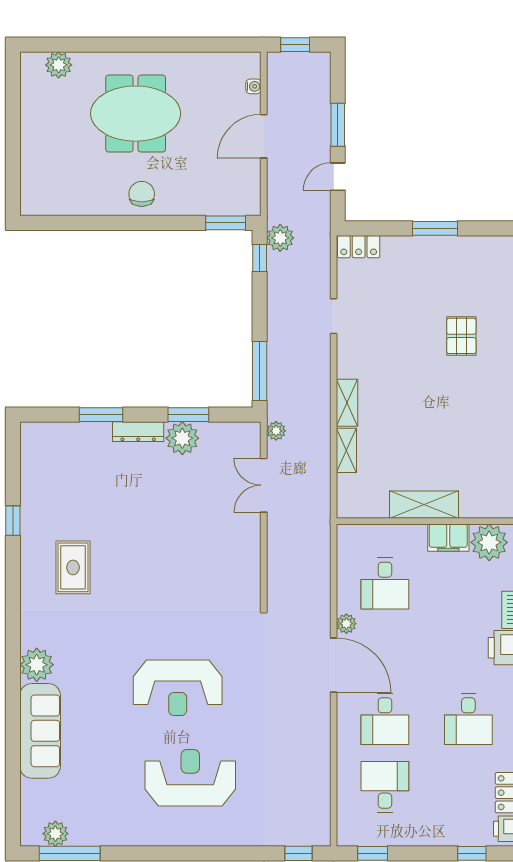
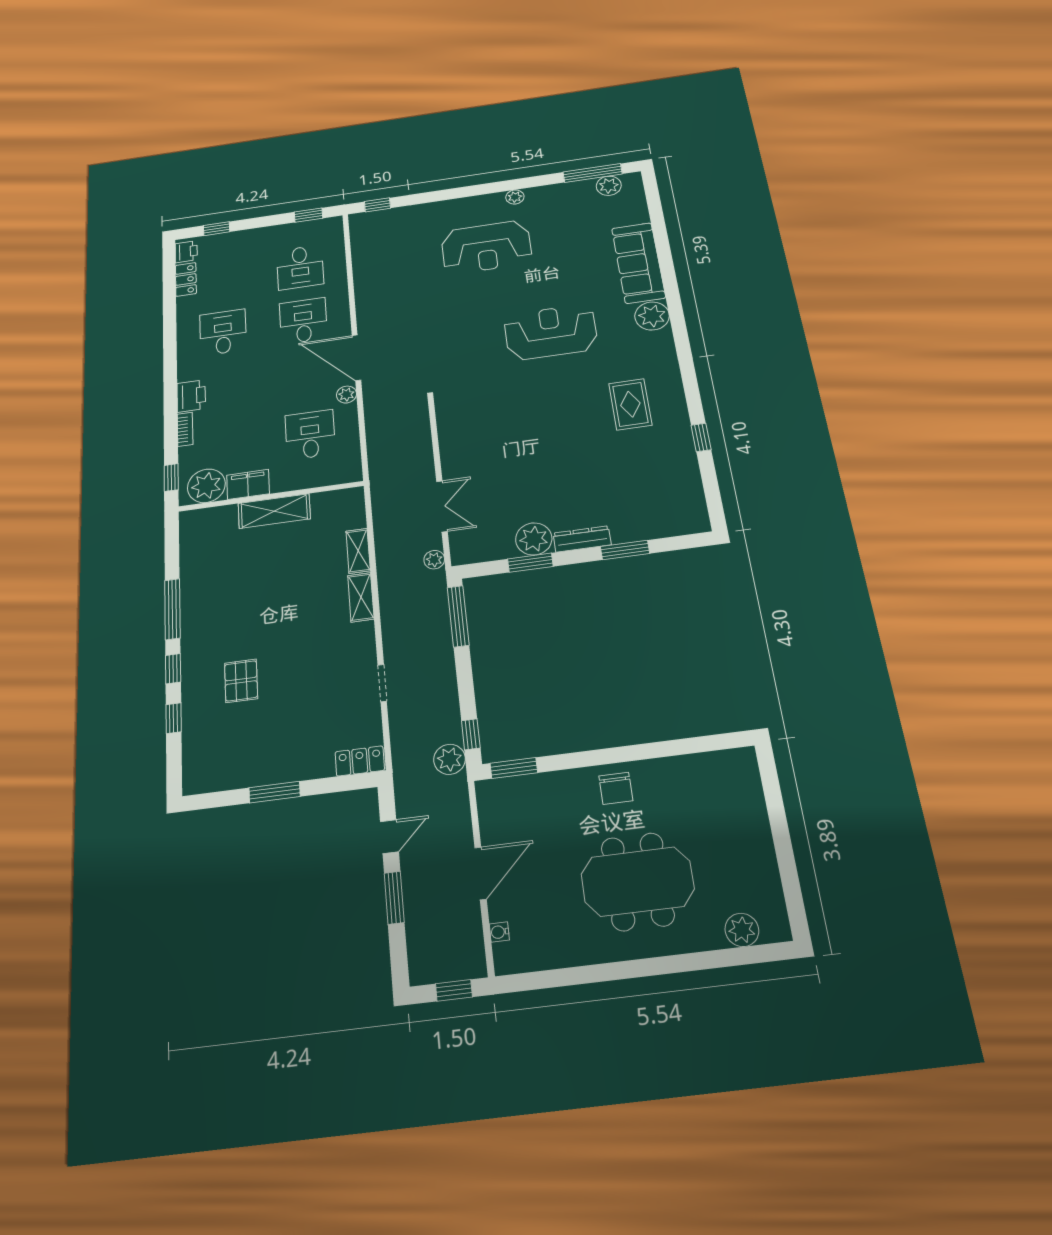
reception desk: (178, 688) -> (551, 332), moved
plant: (154, 837) -> (515, 197), added

